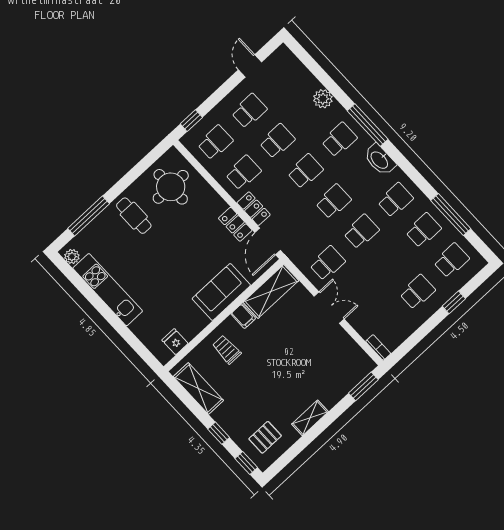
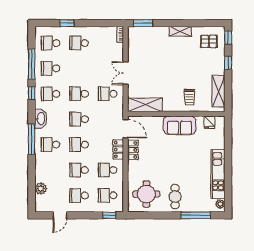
plant: (323, 99) -> (41, 189), moved
window: (419, 180) -> (32, 93), added
door: (268, 241) -> (126, 129), hinge flipped
sofa: (221, 292) -> (180, 125), moved
filing cabinet: (243, 316) -> (168, 105), removed

